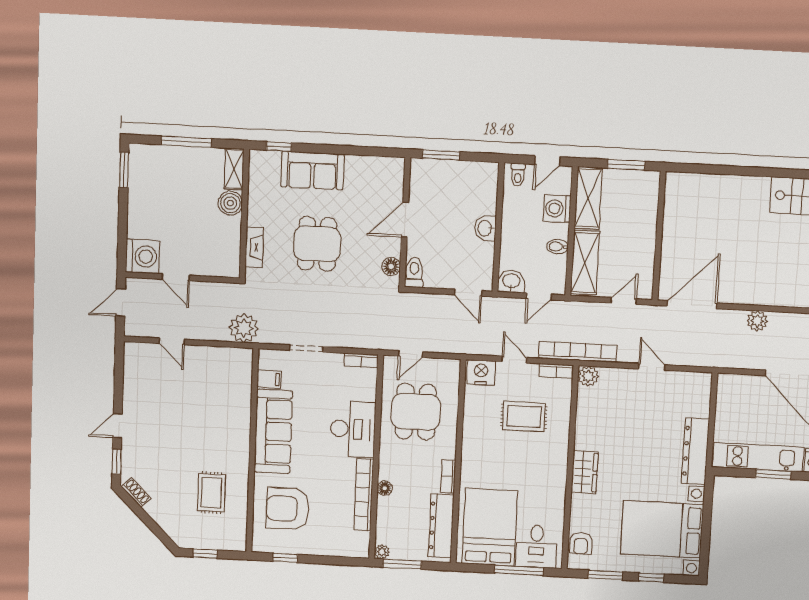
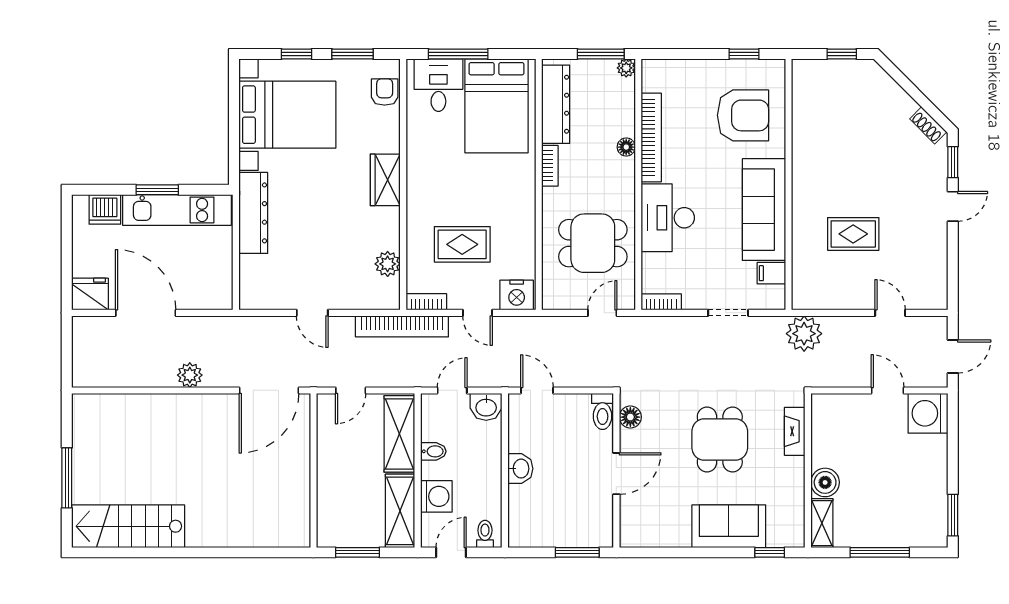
plant: (588, 376) -> (388, 264), moved
dining table: (416, 412) -> (593, 243), turned 90
rug: (211, 493) -> (853, 234), moved, turned 90

